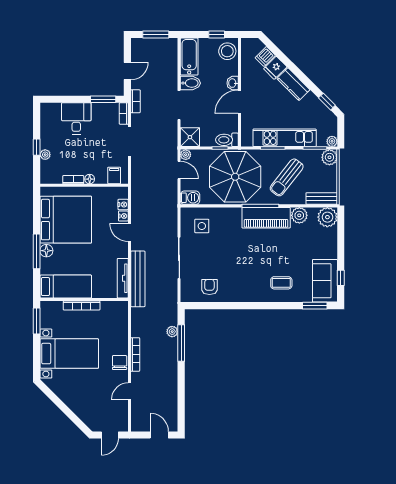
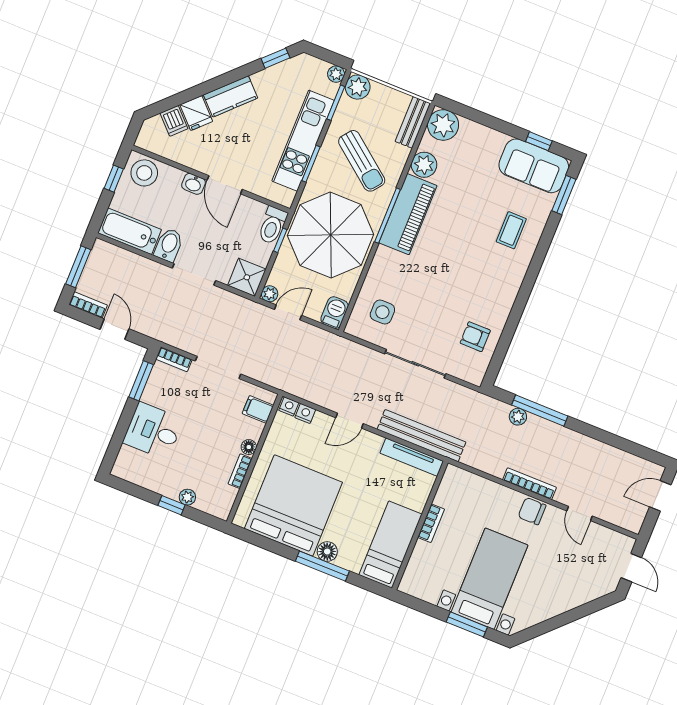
bookcase: (135, 101) -> (88, 305), moved
nightstand: (123, 216) -> (289, 406), moved
bookcase: (82, 306) -> (431, 523), width x0.64
window: (37, 321) -> (467, 624), moved

